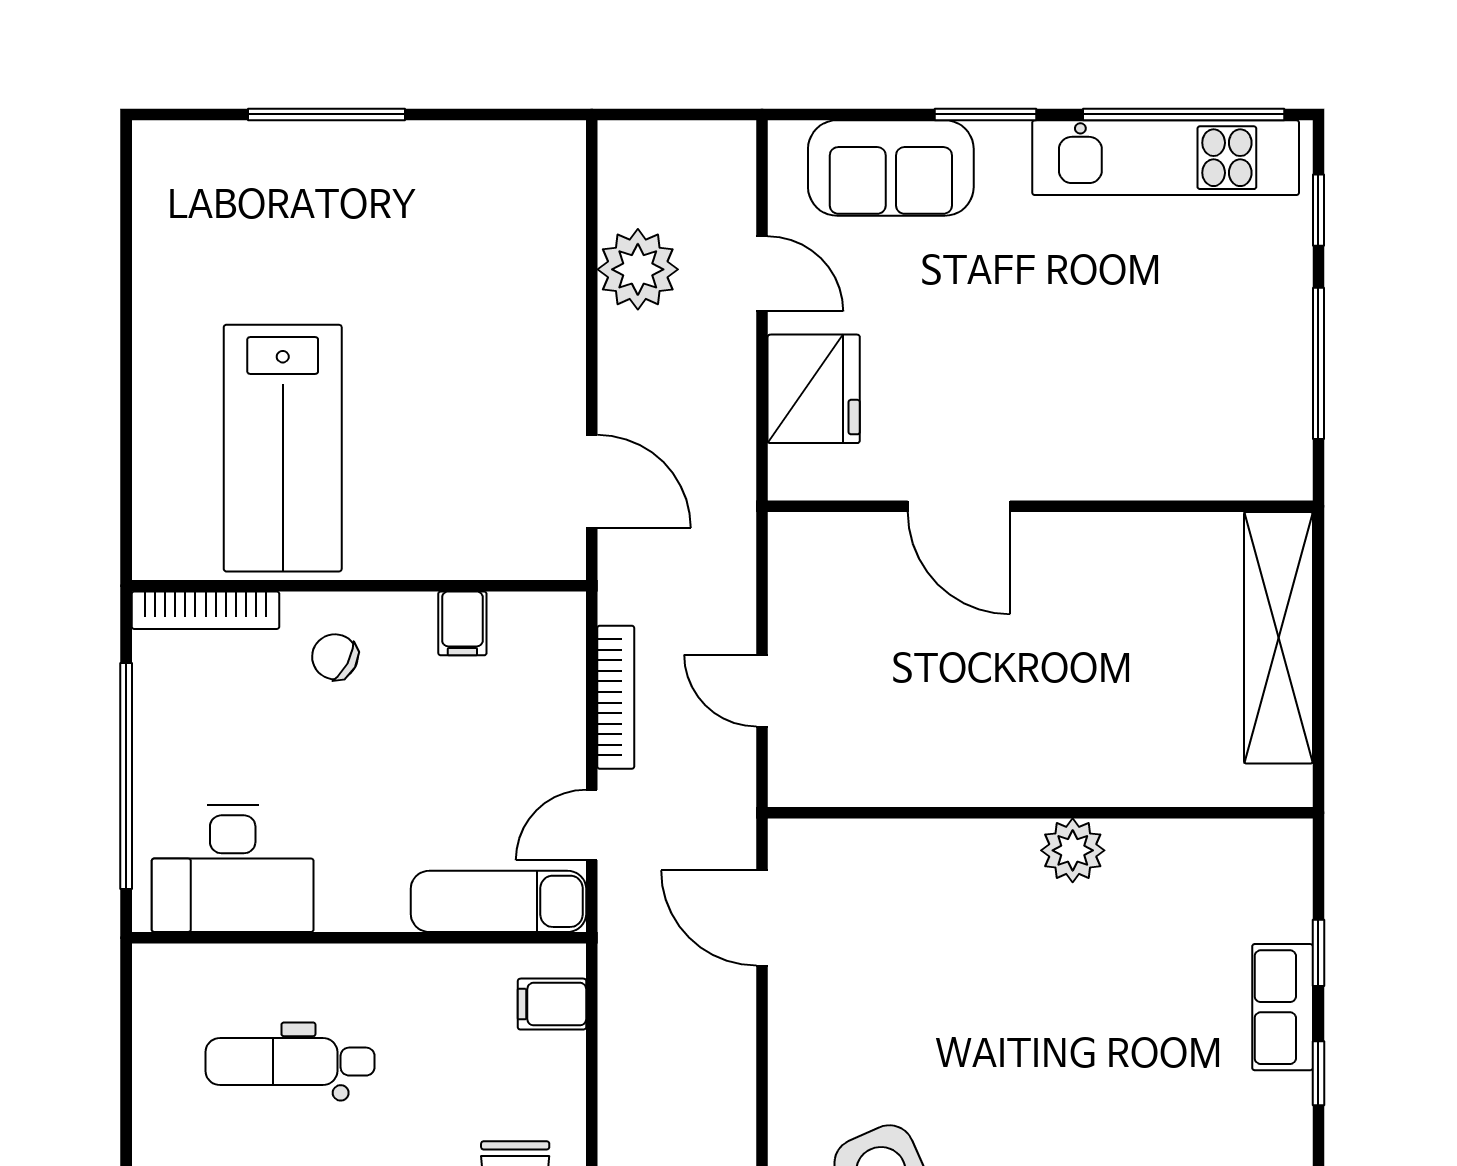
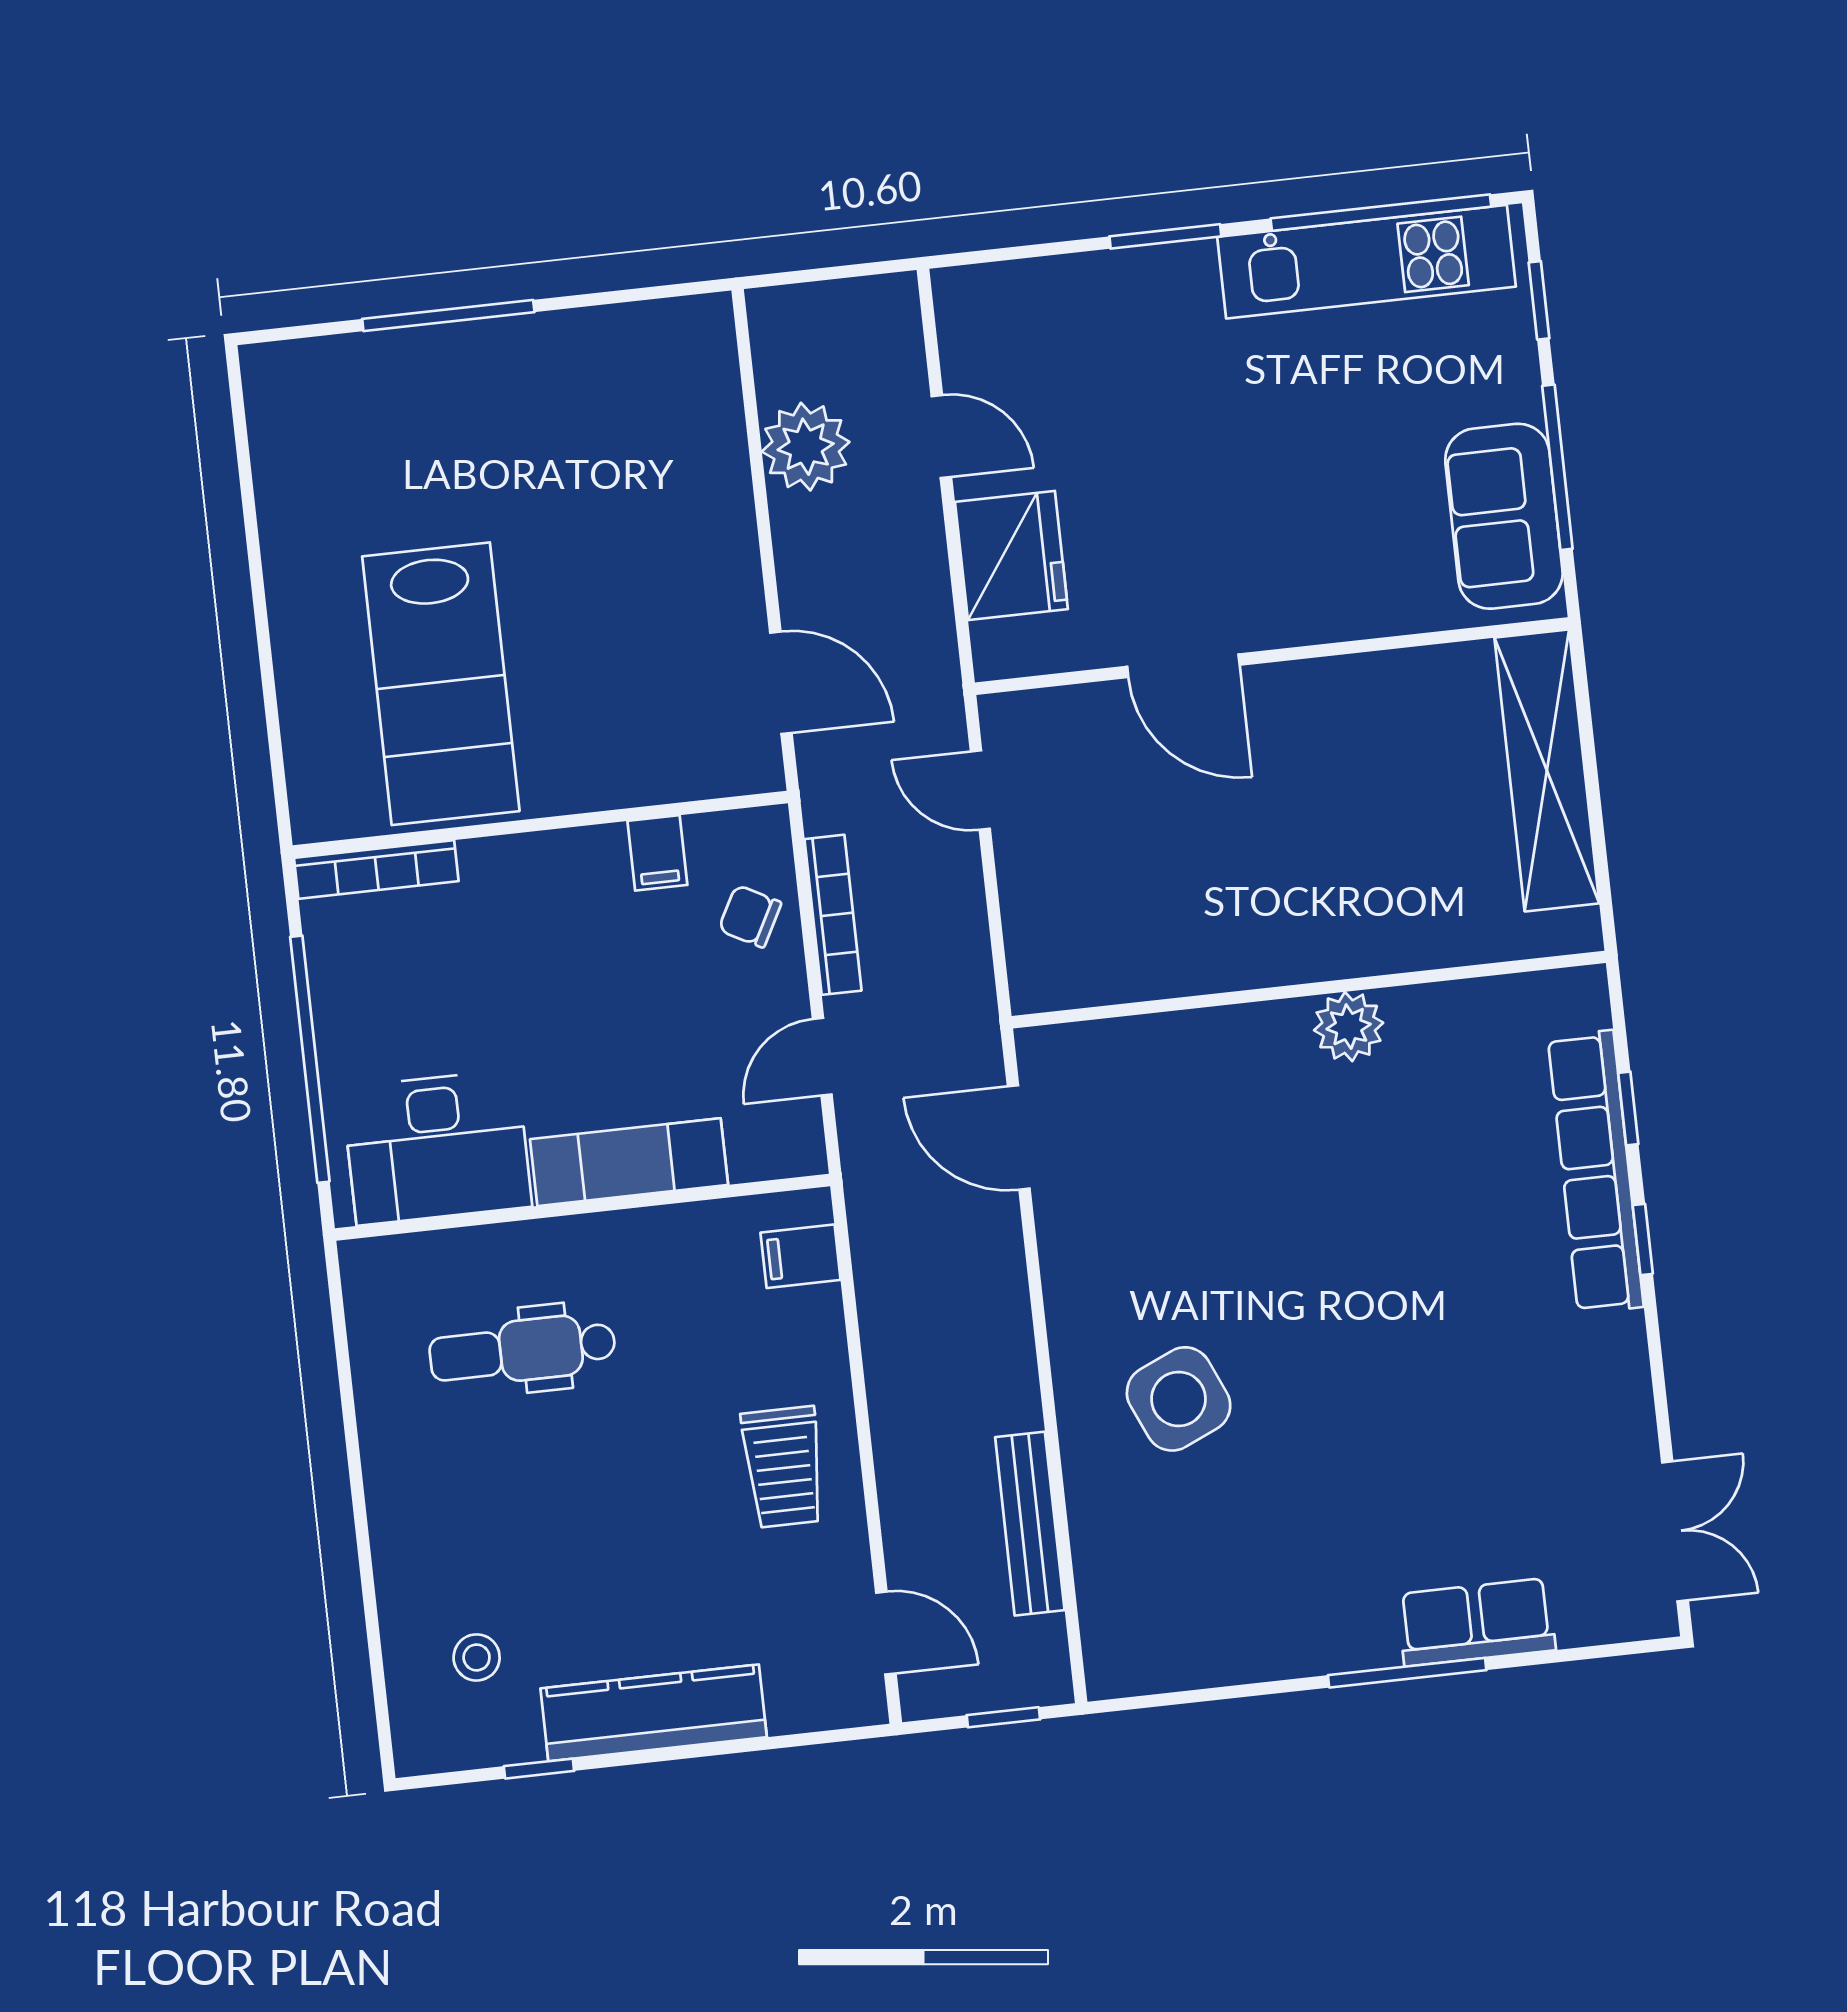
sofa: (891, 168) -> (1504, 516), moved, turned 90
chair: (335, 657) -> (750, 916), moved
door: (762, 691) -> (980, 790), moved
exam couch: (498, 901) -> (629, 1162), moved
row of seats: (1283, 1007) -> (1596, 1172), width x2.02

